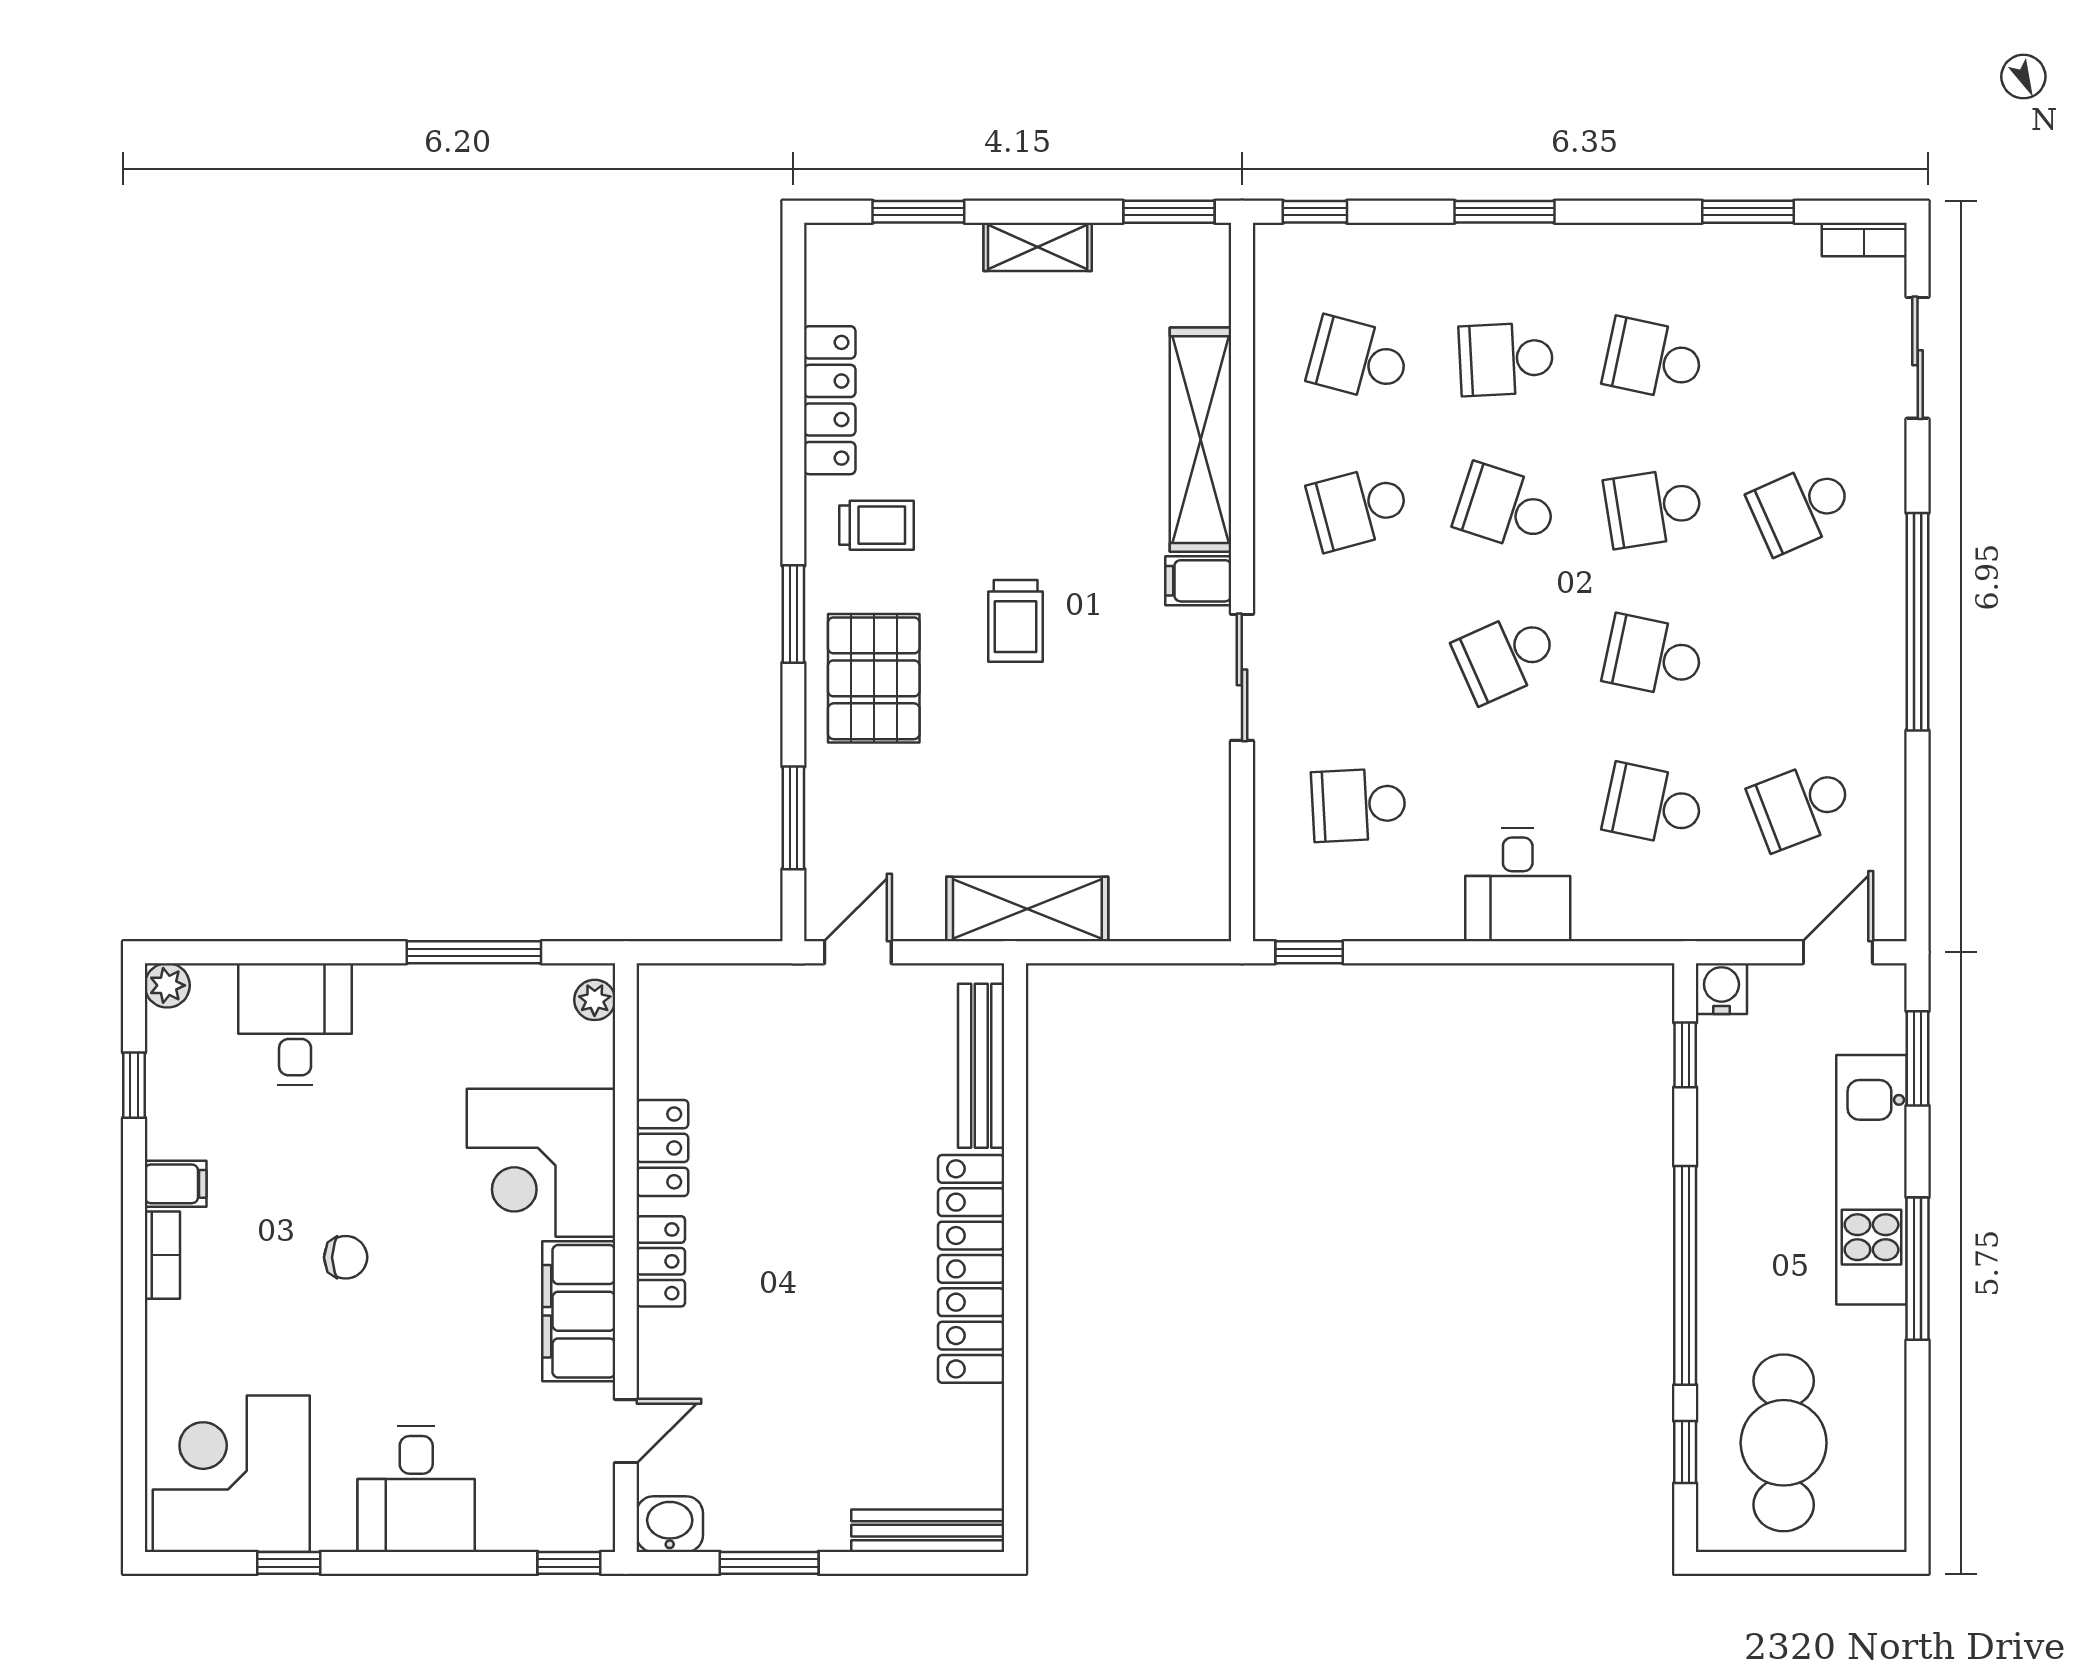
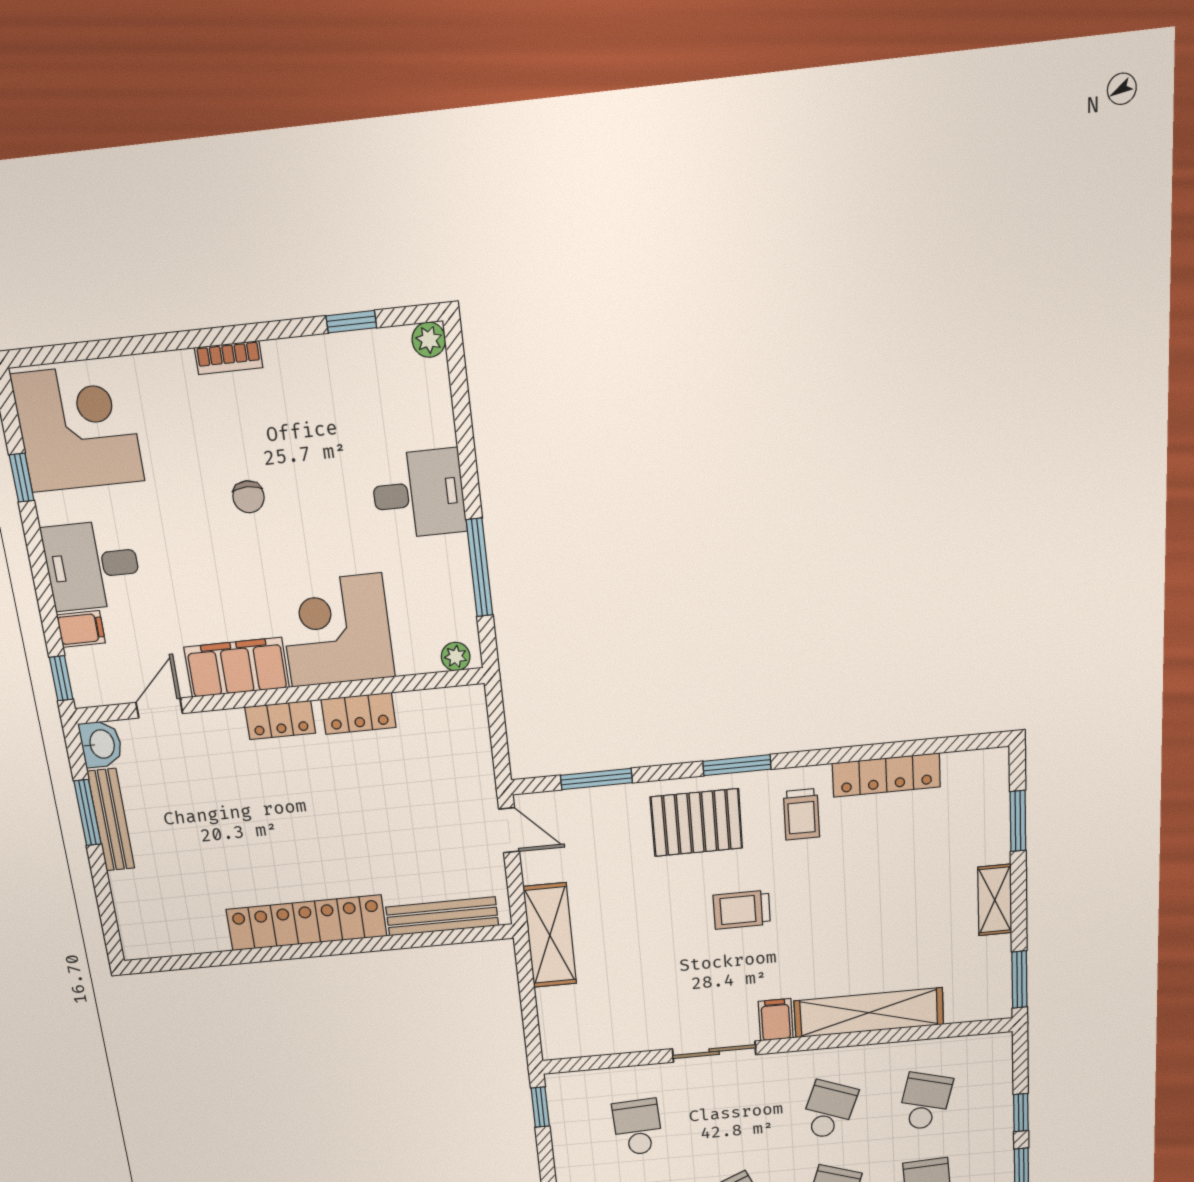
window: (1315, 212) -> (1021, 1113), moved
school desk: (1359, 508) -> (829, 1110), turned 36
desk: (295, 1024) -> (419, 494), moved
filing cabinet: (176, 1184) -> (81, 629), moved, turned -90
door: (626, 1431) -> (159, 708), swing flipped
bench: (928, 1531) -> (111, 820), moved

